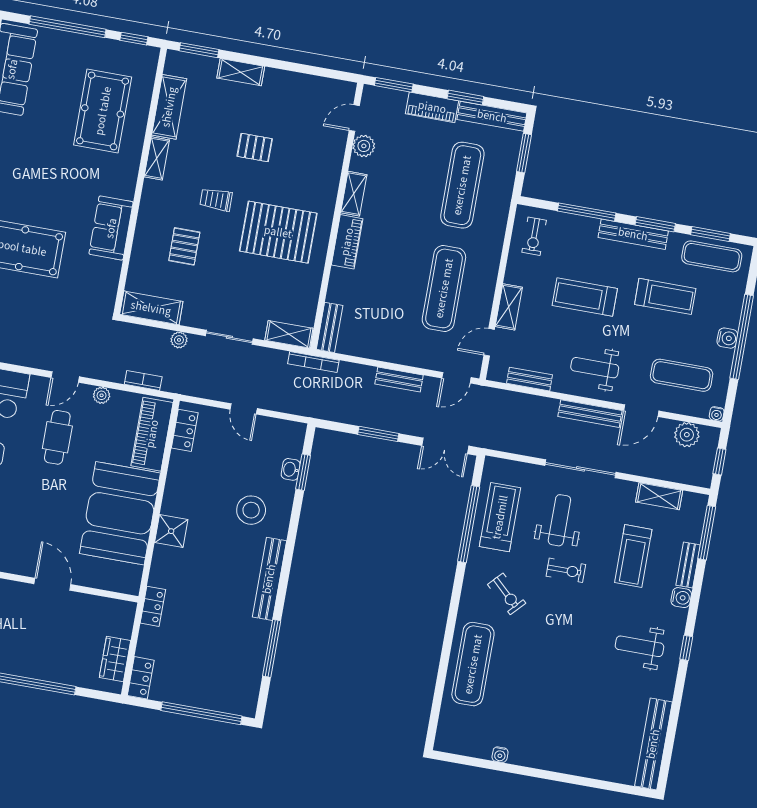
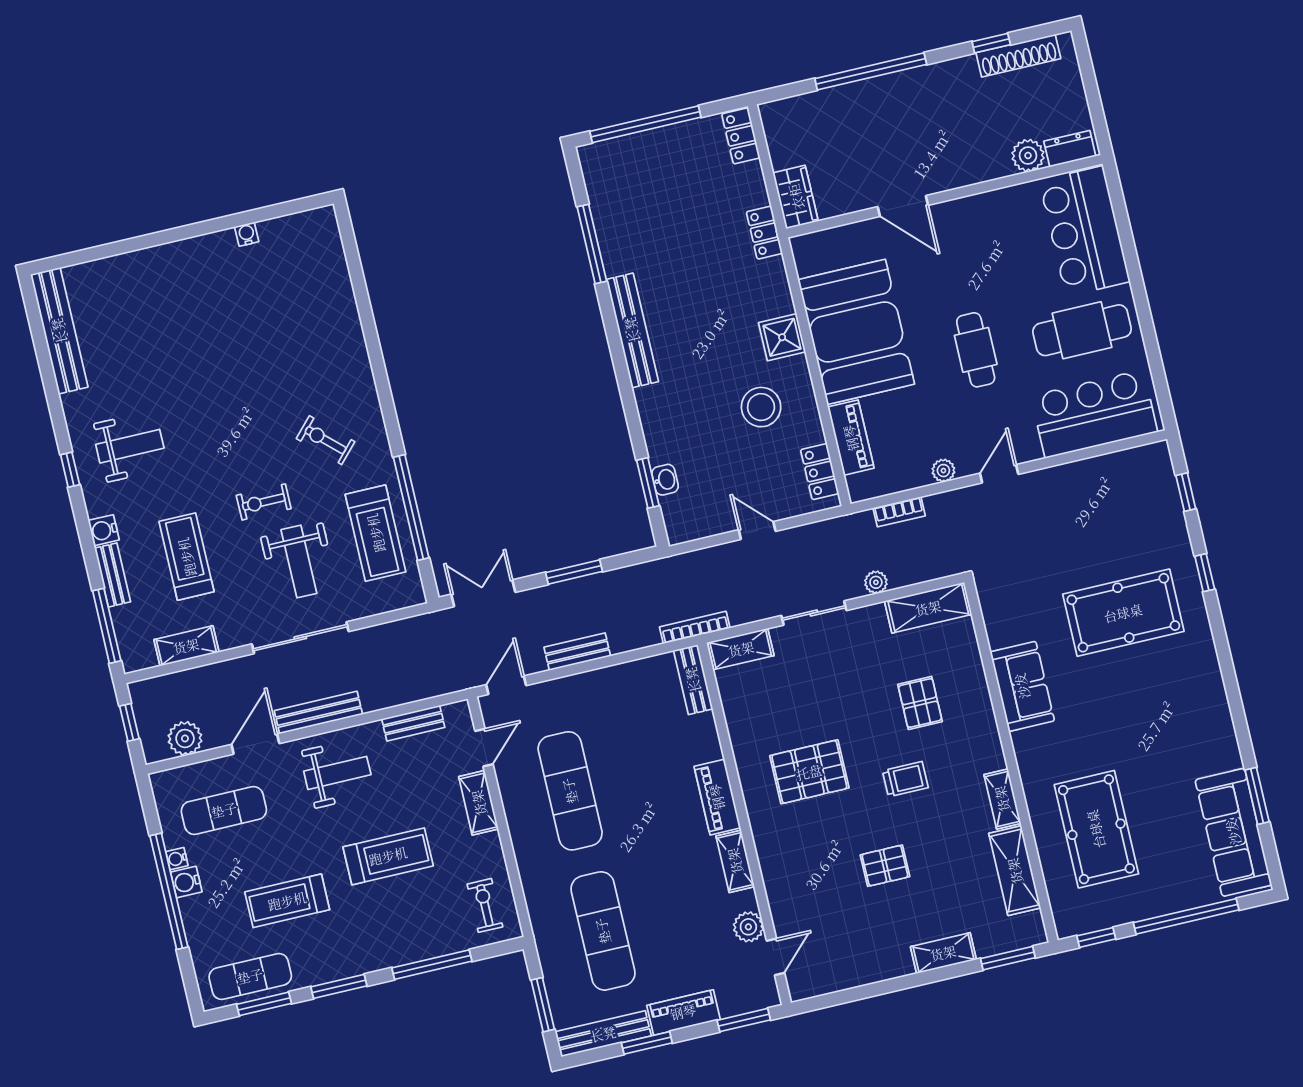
pallet: (278, 232) -> (809, 772), width x0.73, depth x0.71
bench: (633, 234) -> (361, 962), removed
water cooler: (717, 414) -> (177, 859), moved, turned -90
piano: (152, 434) -> (851, 438), width x0.73, depth x0.75
cafe table: (57, 437) -> (976, 350), moved
stool: (251, 510) -> (761, 407), moved
wardrobe: (115, 659) -> (796, 197), moved
exercise mat: (473, 664) -> (330, 333), removed

